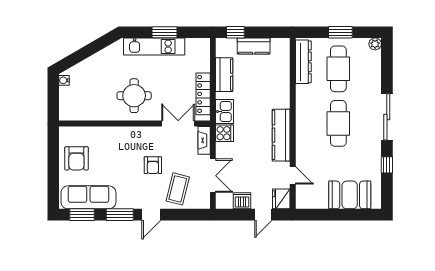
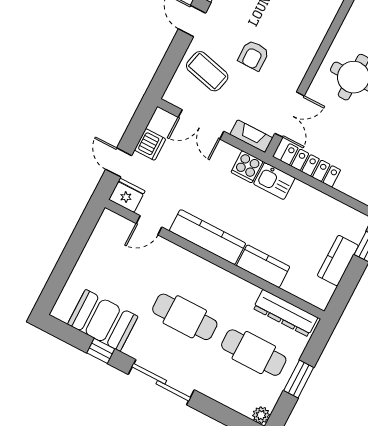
kitchen counter: (224, 75) -> (263, 266), moved, turned 180
armchair: (153, 165) -> (254, 55), turned -90
booth: (350, 195) -> (103, 320), moved, turned 90

